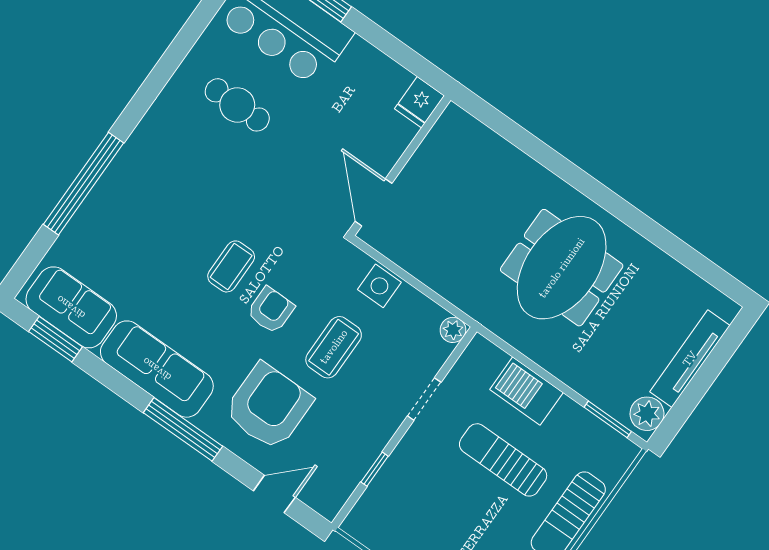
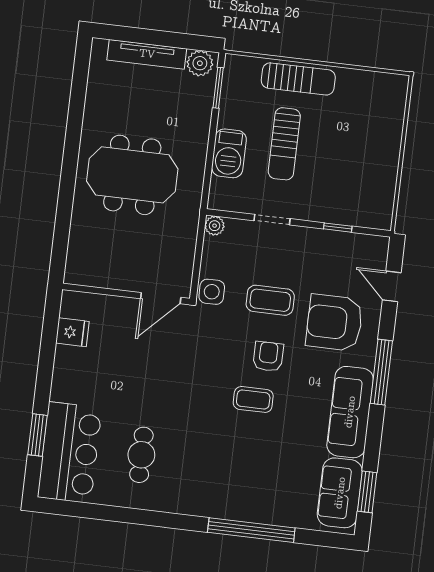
wall: (400, 166) -> (126, 294), moved
door: (373, 202) -> (161, 298), moved
armchair: (271, 310) -> (268, 356), turned 90

